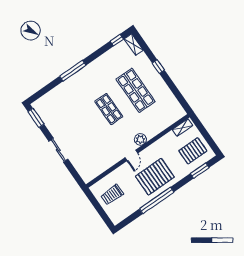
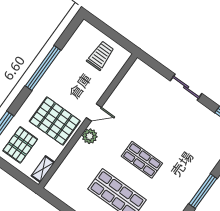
door: (131, 155) -> (94, 112), swing flipped
pallet: (155, 177) -> (55, 121), moved, turned 90

